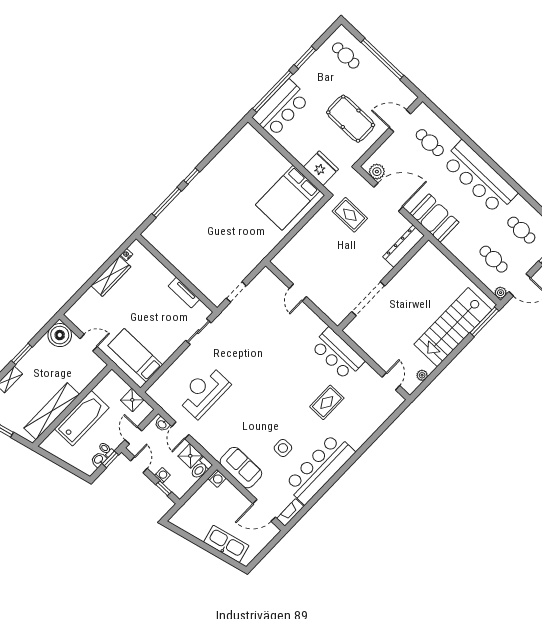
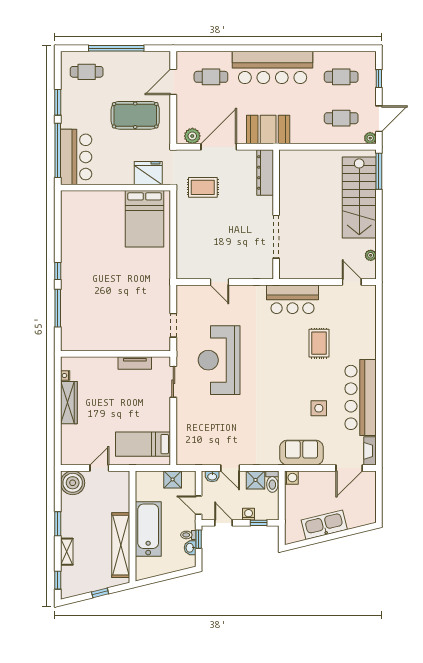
reception desk: (204, 392) -> (219, 360), moved, width x1.36, depth x1.30
kitchen sink: (226, 544) -> (324, 525), moved

